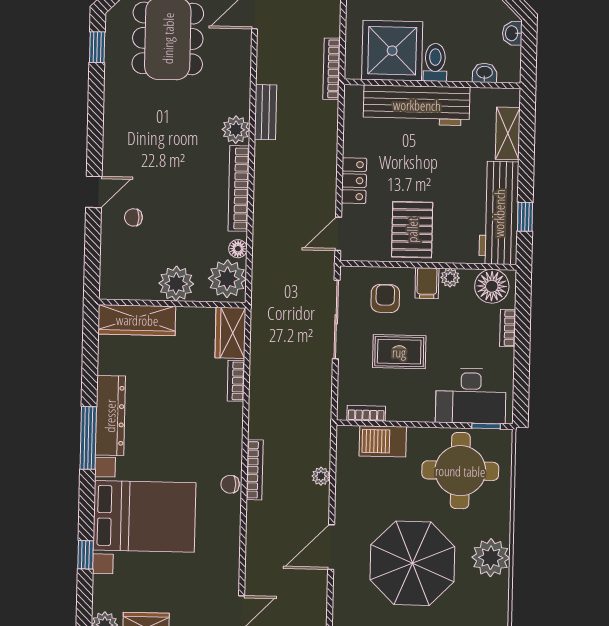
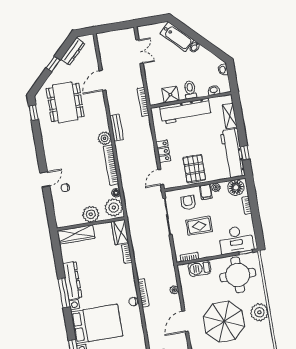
shower: (392, 51) -> (170, 95), width x0.54, depth x0.54

